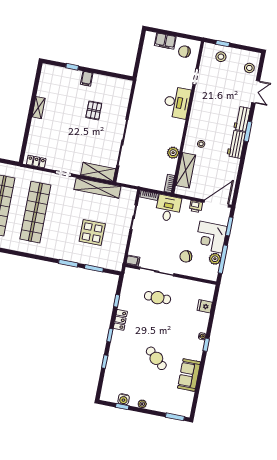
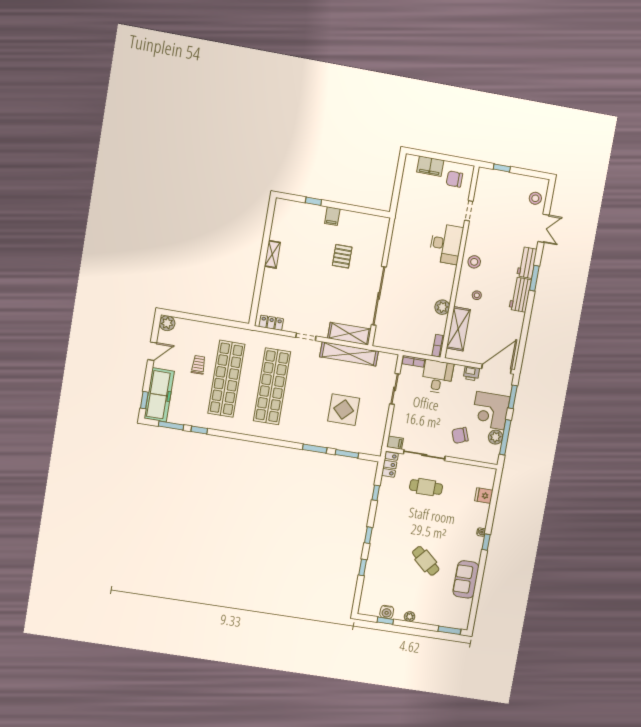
stool: (221, 57) -> (474, 262), moved
locker: (120, 320) -> (390, 464), moved

